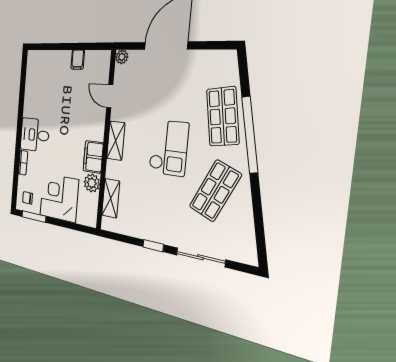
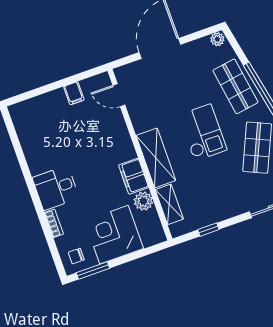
plant: (122, 57) -> (217, 39), moved
door: (110, 96) -> (119, 95), moved
shelving: (116, 141) -> (156, 158), width x1.50, depth x1.33
window: (153, 246) -> (208, 230), moved

